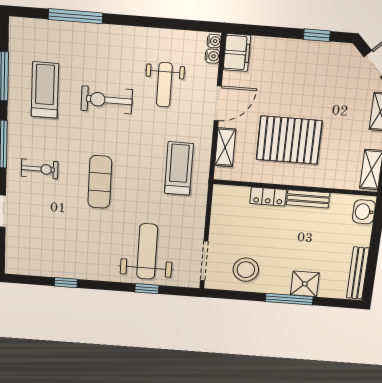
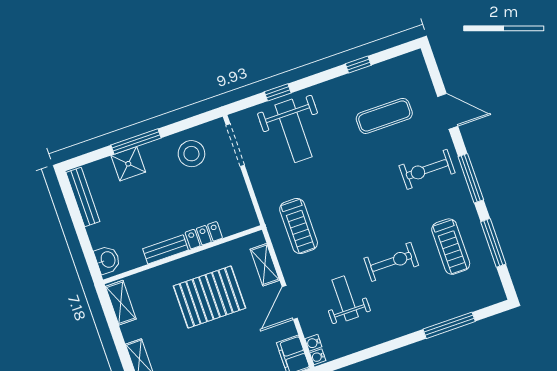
exercise bike: (40, 169) -> (427, 169), width x1.38, depth x1.39
exercise mat: (100, 182) -> (384, 116), moved, turned 90

